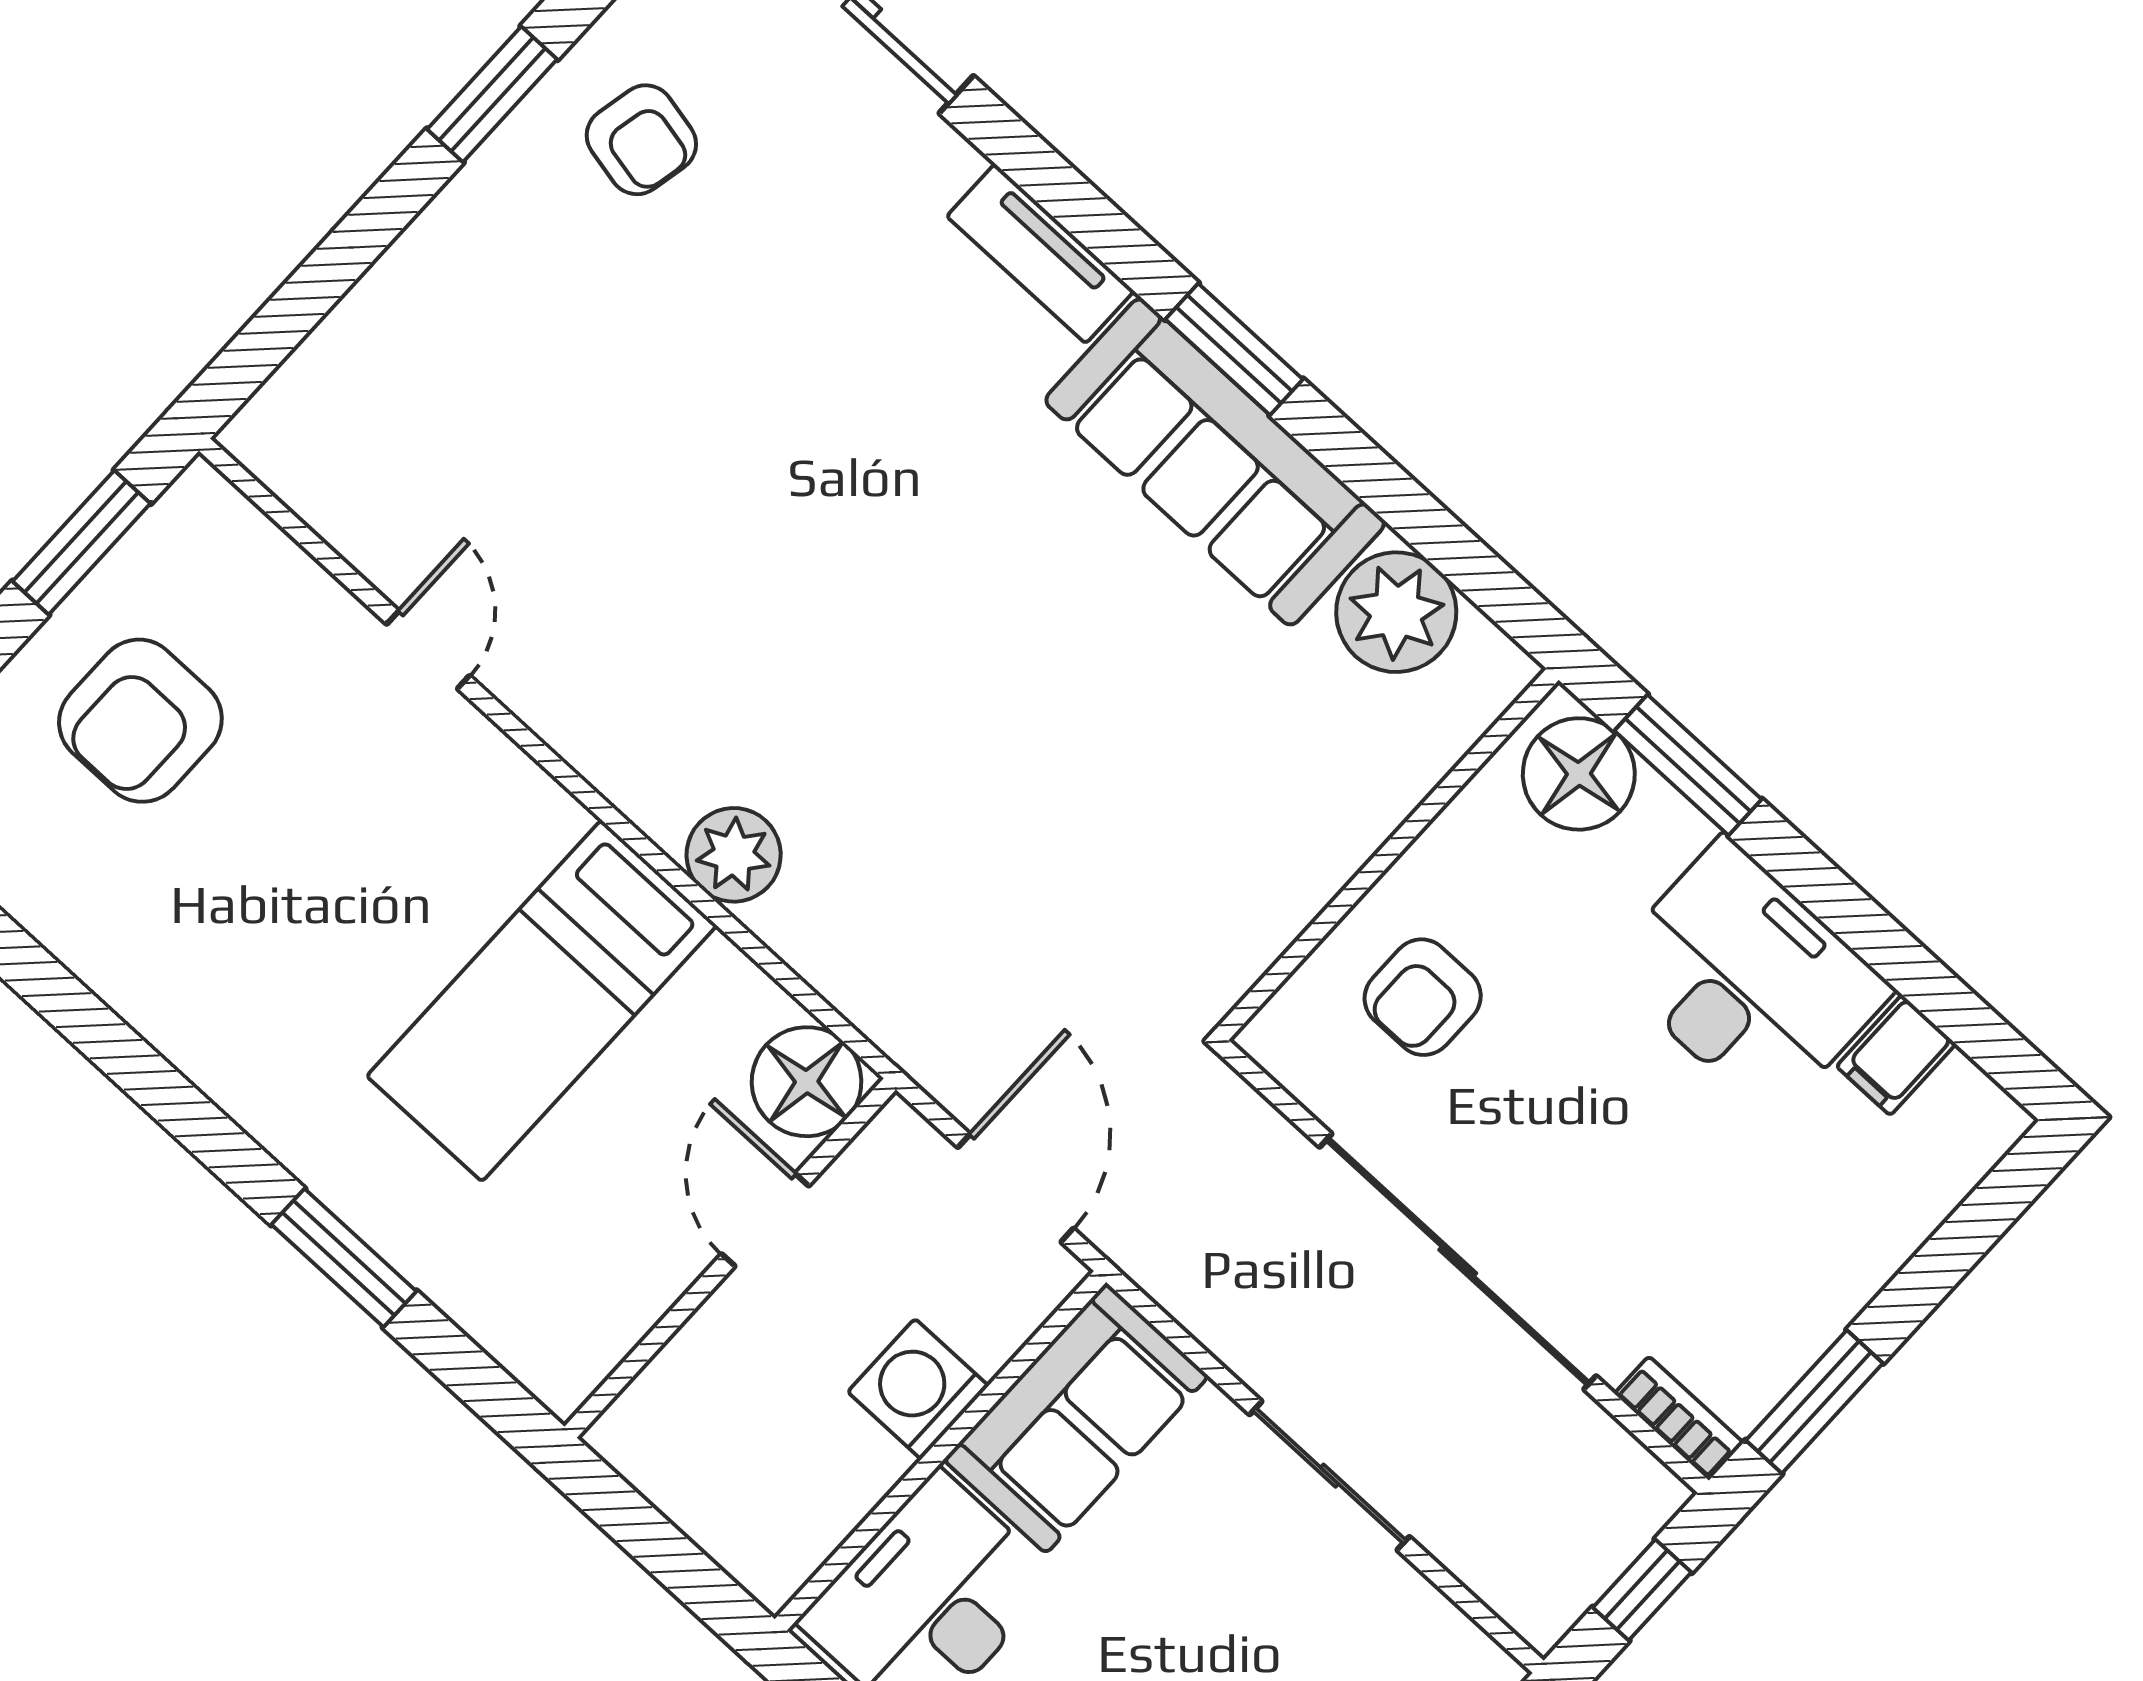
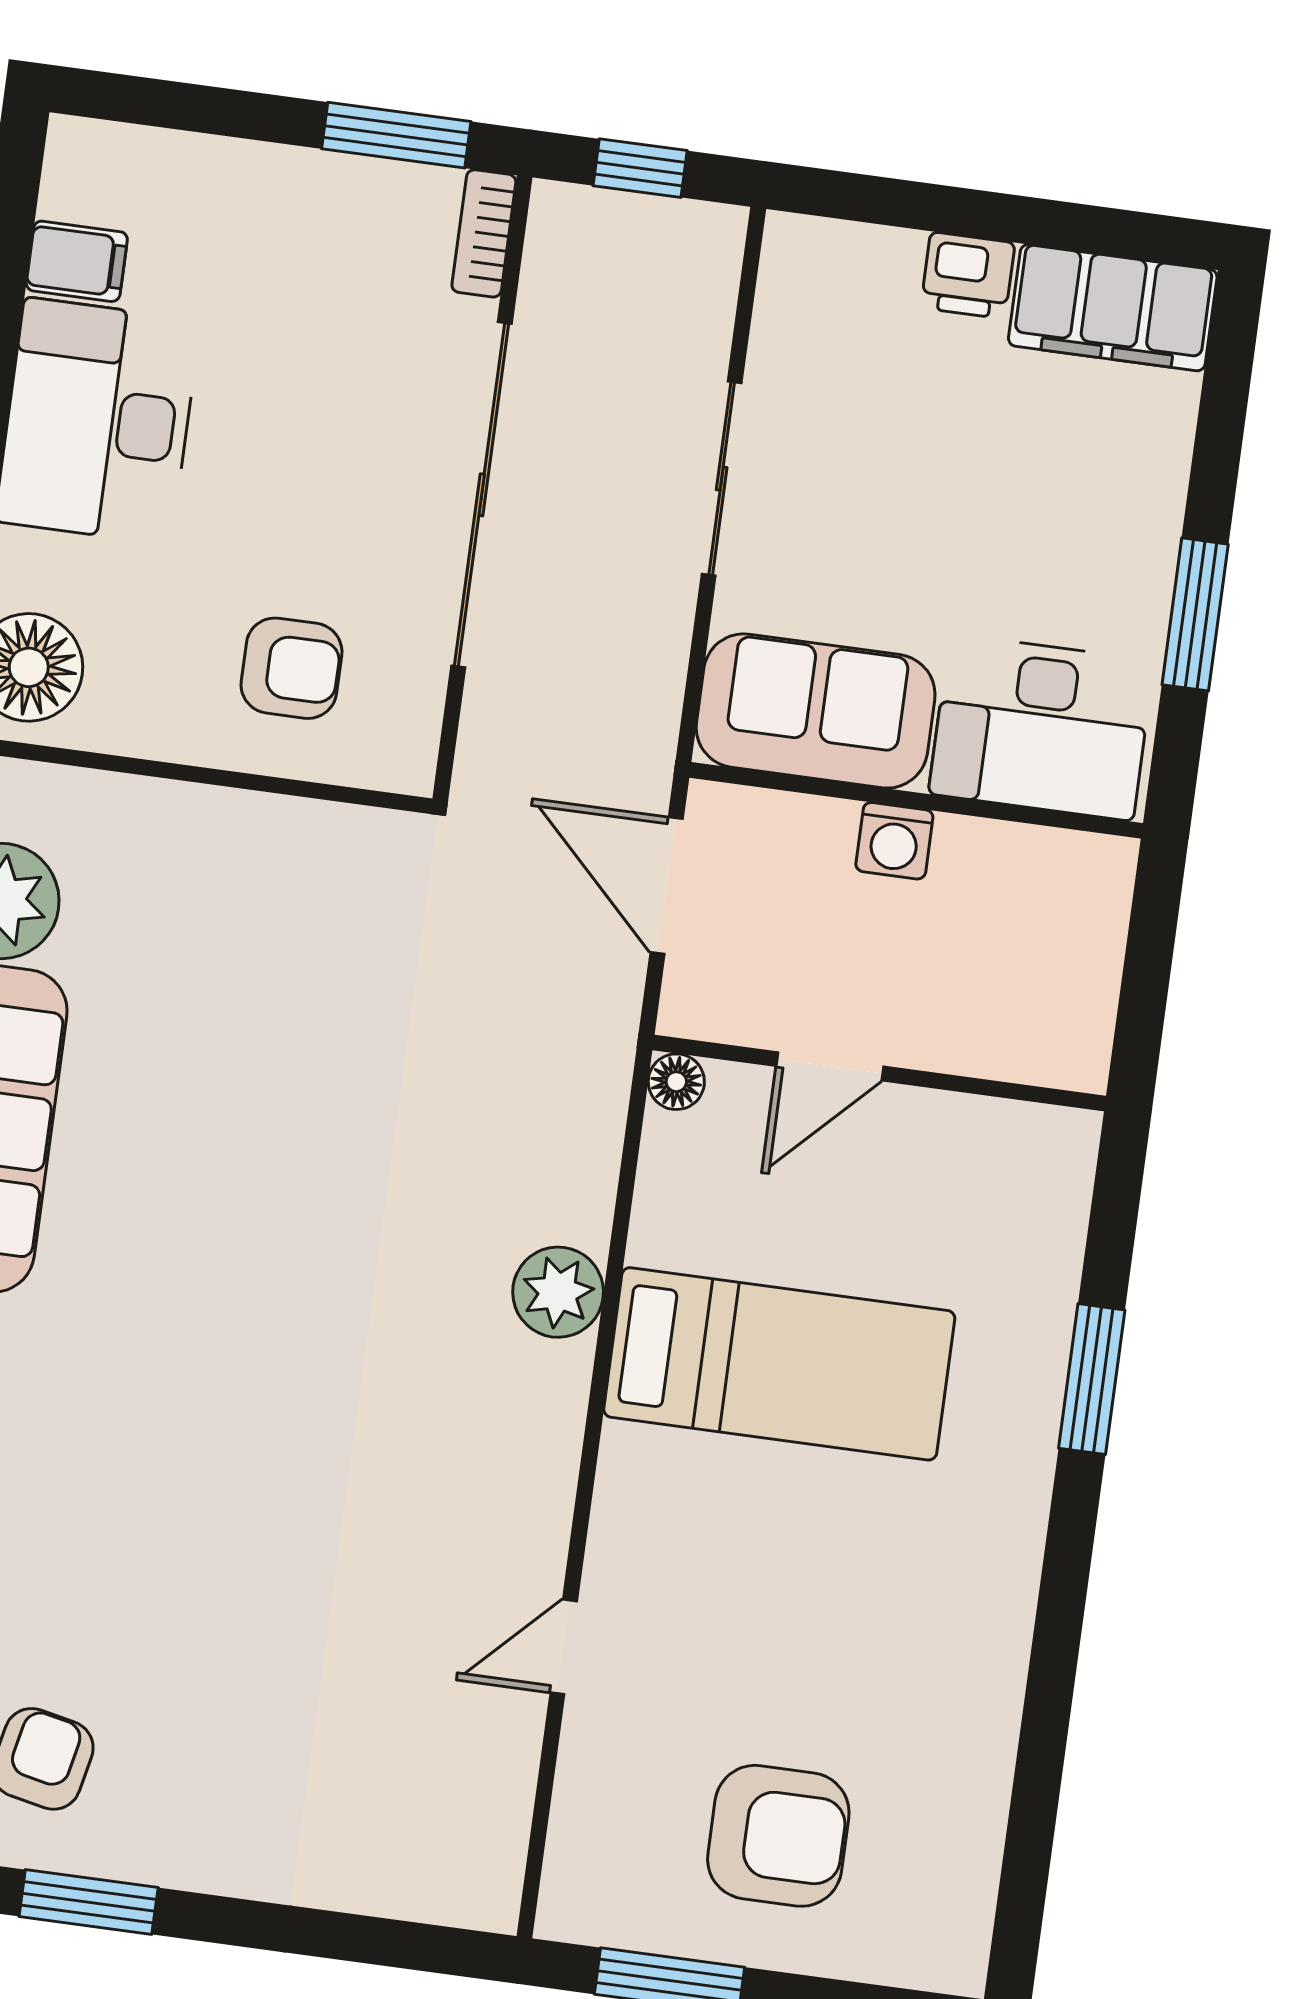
floor lamp: (807, 1082) -> (676, 1082), width x0.53, depth x0.53
door: (1016, 1188) -> (667, 886), hinge flipped
washing machine: (918, 1389) -> (894, 841), width x0.73, depth x0.73

